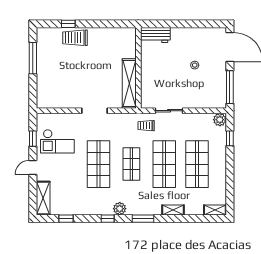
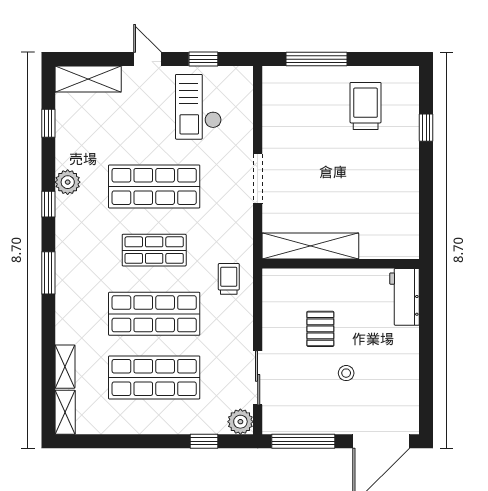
trolley: (75, 38) -> (366, 106), moved
window: (33, 58) -> (317, 59), moved
pallet: (172, 78) -> (320, 329), added
sliding door: (169, 111) -> (258, 378), moved
plant: (120, 209) -> (68, 182), moved
shelving: (173, 210) -> (65, 367), moved

